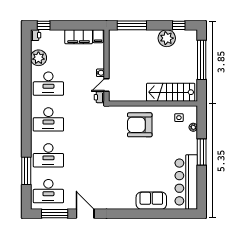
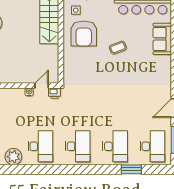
door: (106, 85) -> (42, 86), swing flipped
armchair: (140, 125) -> (84, 33), moved
coffee table: (143, 158) -> (118, 48), added
window: (26, 171) -> (131, 169), width x0.69

